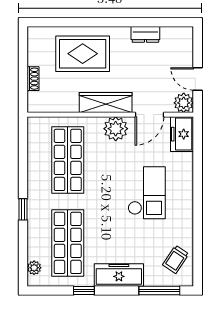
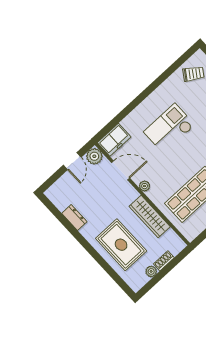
plant: (34, 59) -> (151, 271), added
wardrobe: (106, 102) -> (150, 217), moved
plant: (116, 129) -> (145, 186), width x0.53, depth x0.53

